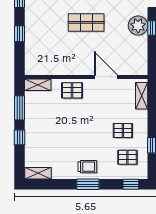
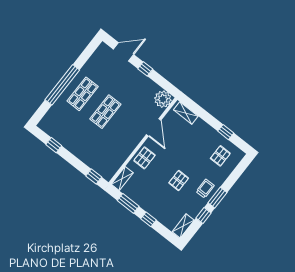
plant: (138, 26) -> (163, 99), moved
window: (20, 34) -> (94, 176), moved
door: (106, 77) -> (154, 127), swing flipped
pallet: (123, 131) -> (179, 181), moved
window: (131, 184) -> (204, 215), moved

